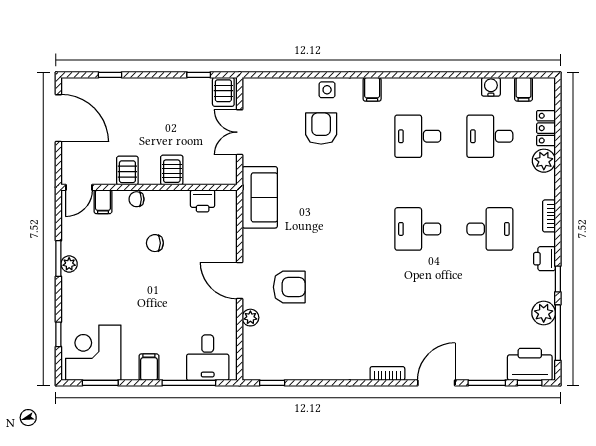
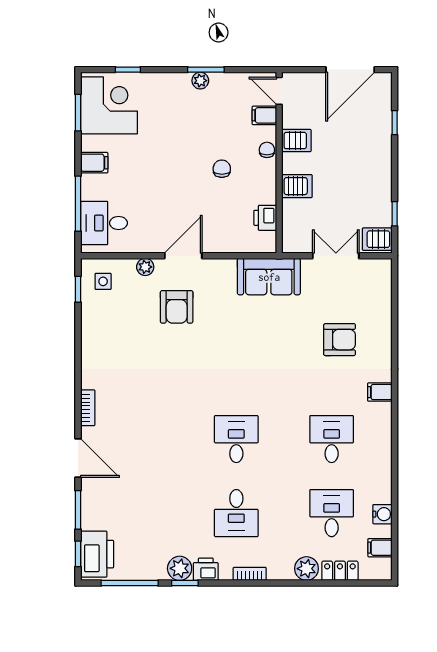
side table: (327, 90) -> (103, 281), moved
plant: (544, 313) -> (180, 568), moved

